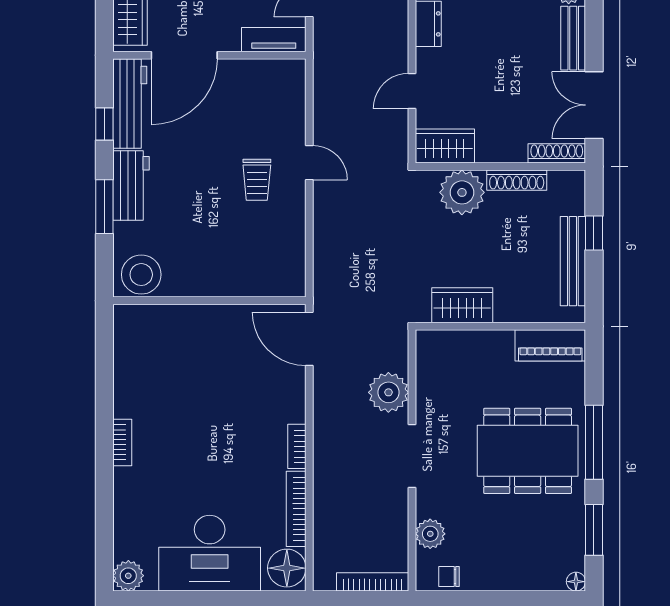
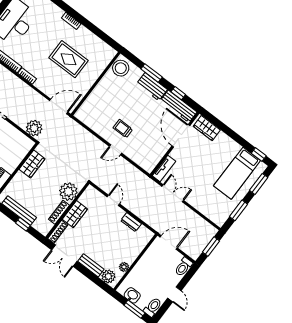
double door: (594, 105) -> (64, 256), swing flipped
wardrobe: (445, 146) -> (75, 214), moved
rug: (202, 391) -> (68, 59), added
plant: (388, 392) -> (34, 128), moved

